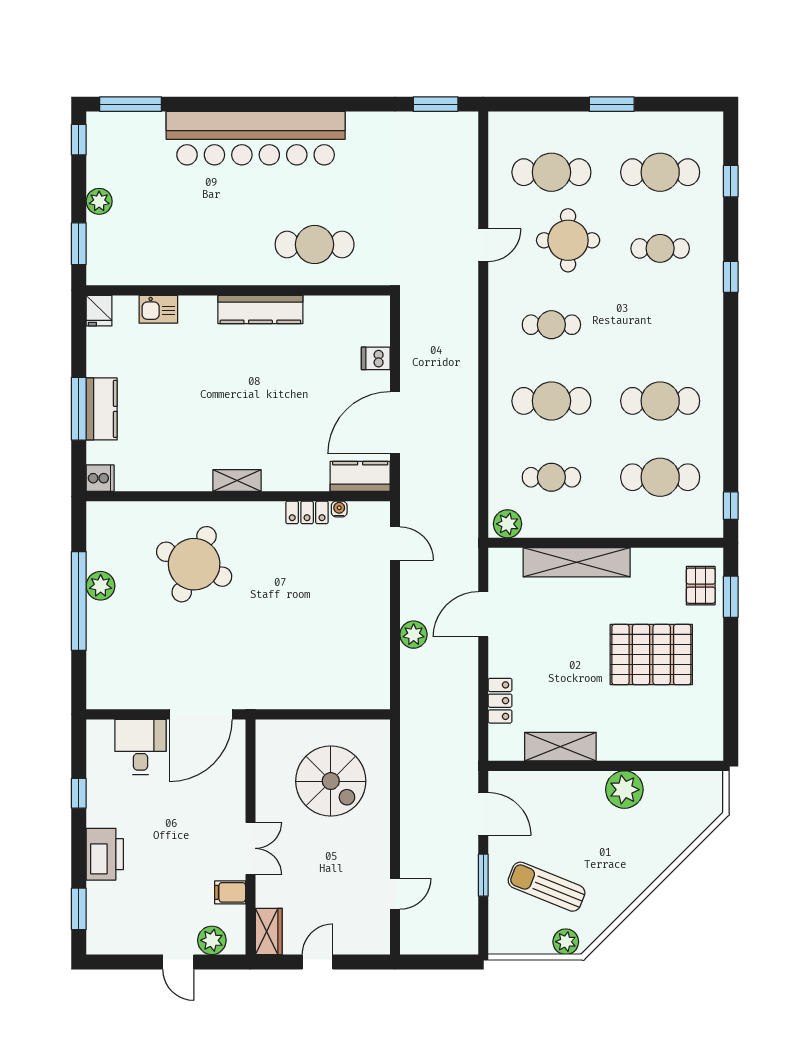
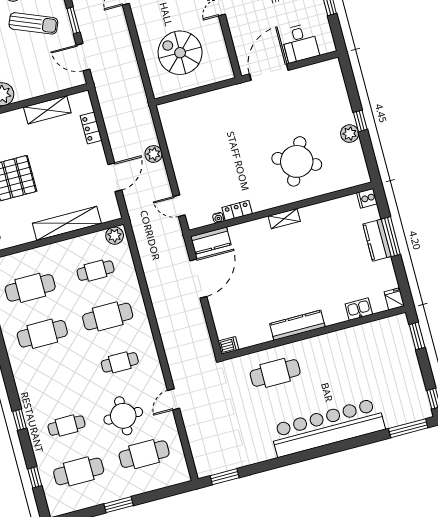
plant: (99, 201) -> (412, 365), removed
dishwasher: (376, 358) -> (228, 345), moved
window: (79, 601) -> (360, 121), width x0.32

